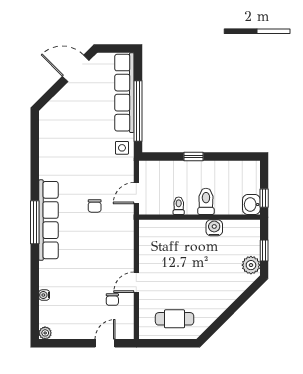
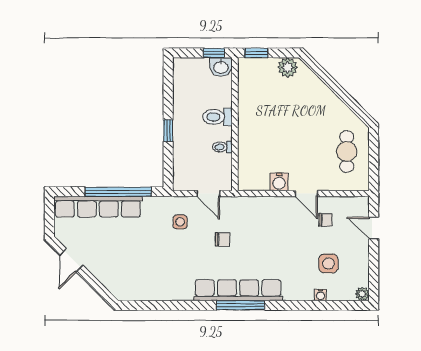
door: (76, 68) -> (71, 260), width x0.73
side table: (122, 148) -> (180, 222), moved
water cooler: (214, 228) -> (279, 182), moved, turned -90
window: (264, 250) -> (256, 53), moved
side table: (73, 302) -> (328, 263), added

